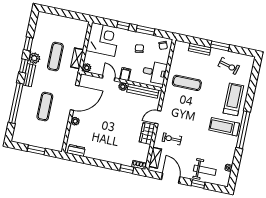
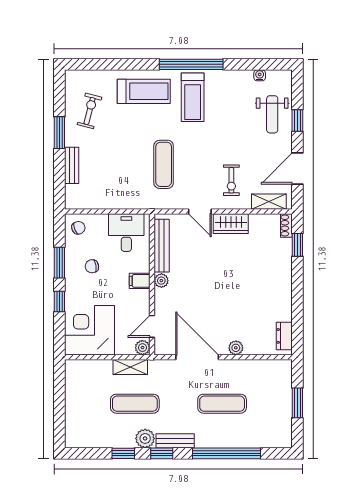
door: (109, 78) -> (152, 326), moved
exercise mat: (187, 83) -> (164, 164), moved
treadmill: (233, 99) -> (144, 91), turned 180
weight bench: (205, 170) -> (272, 114), turned 180

